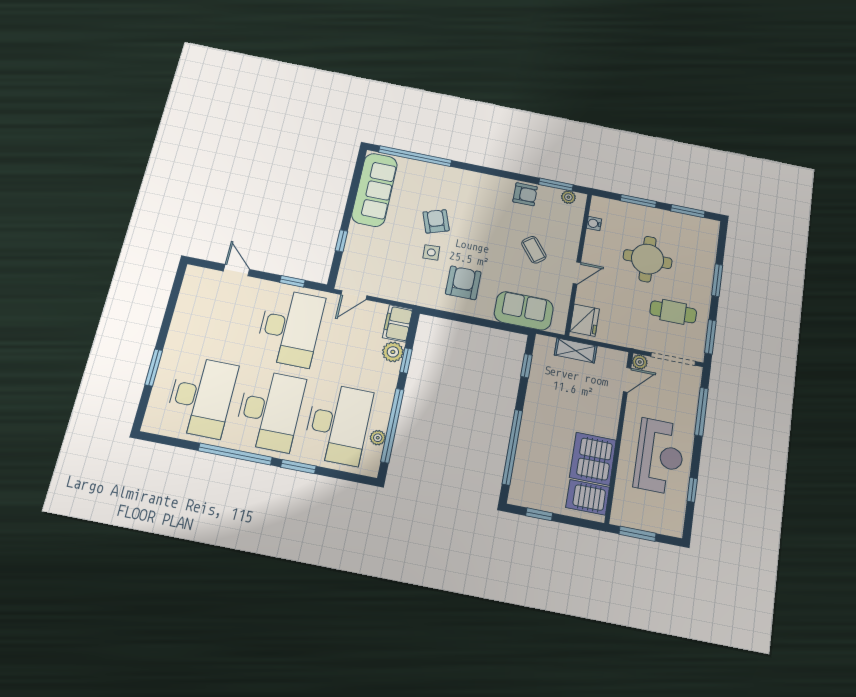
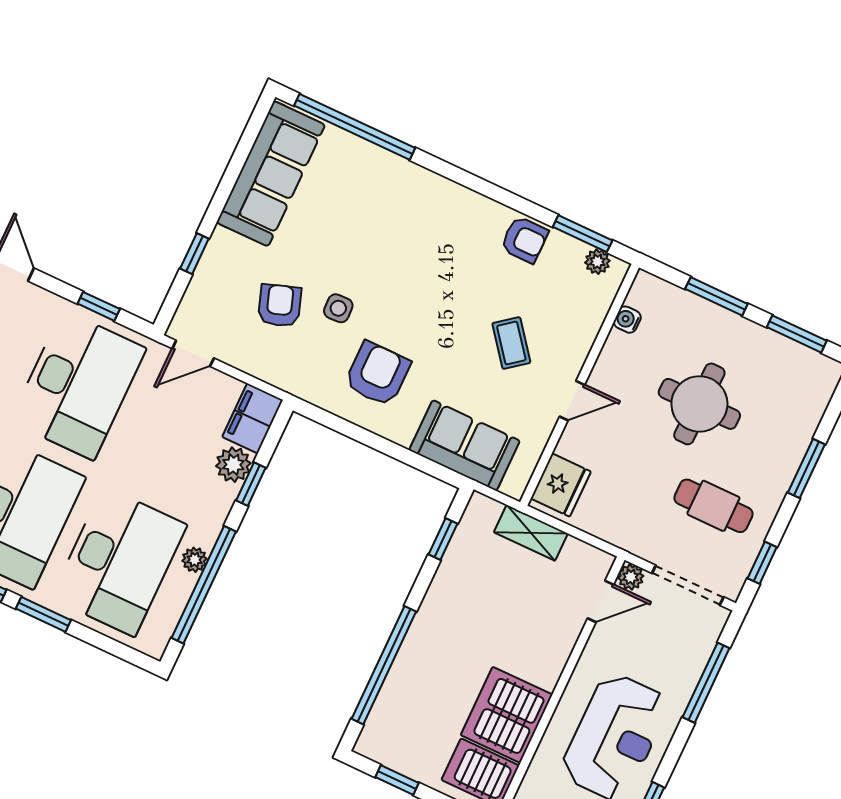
armchair: (436, 221) -> (280, 306), moved
window: (710, 337) -> (762, 563), width x0.67
plant: (378, 438) -> (195, 560), moved

